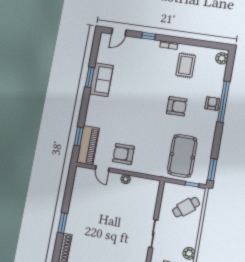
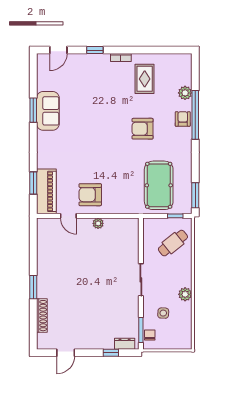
plant: (222, 58) -> (185, 93), moved
armchair: (177, 106) -> (143, 129), turned 180

